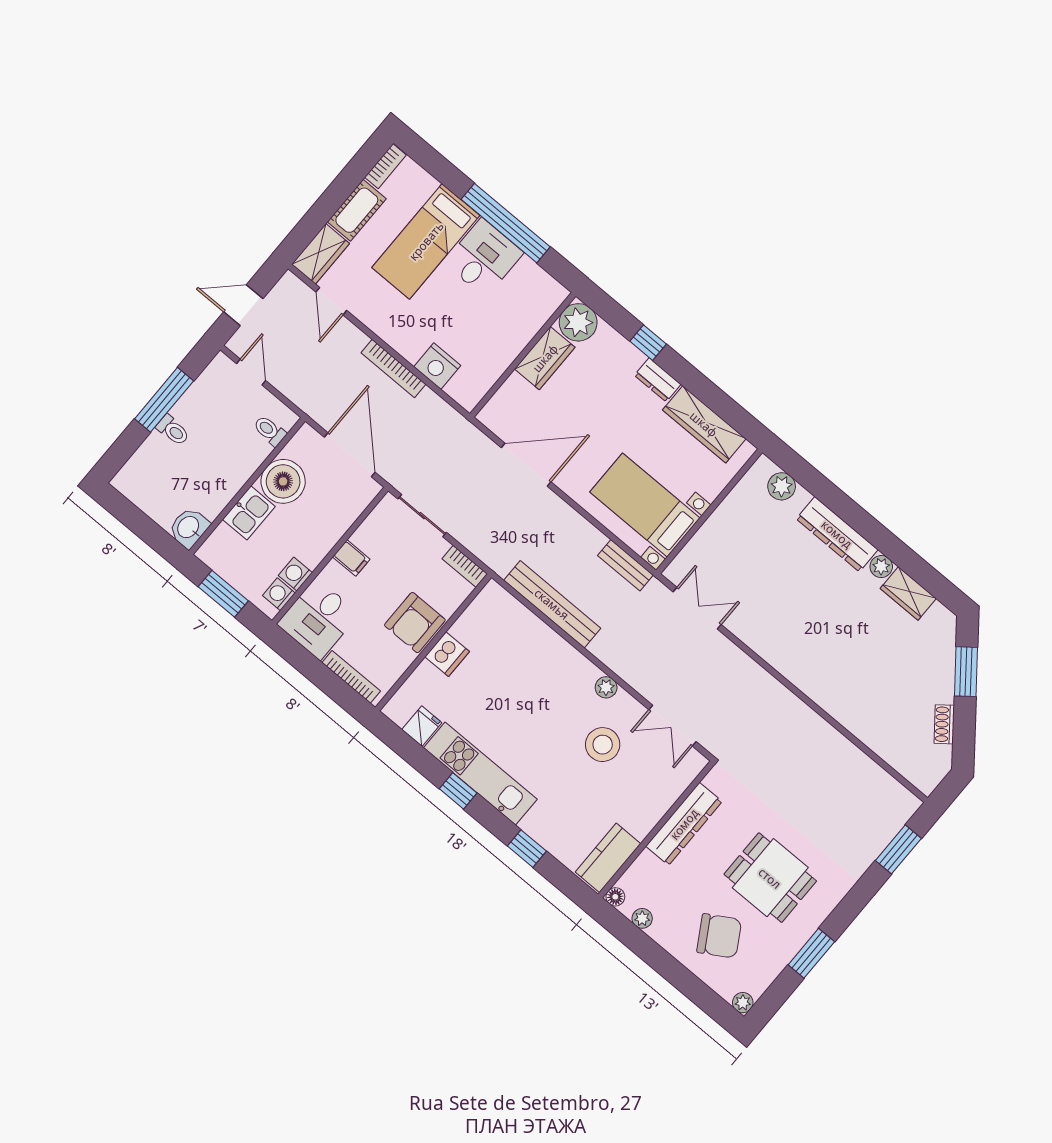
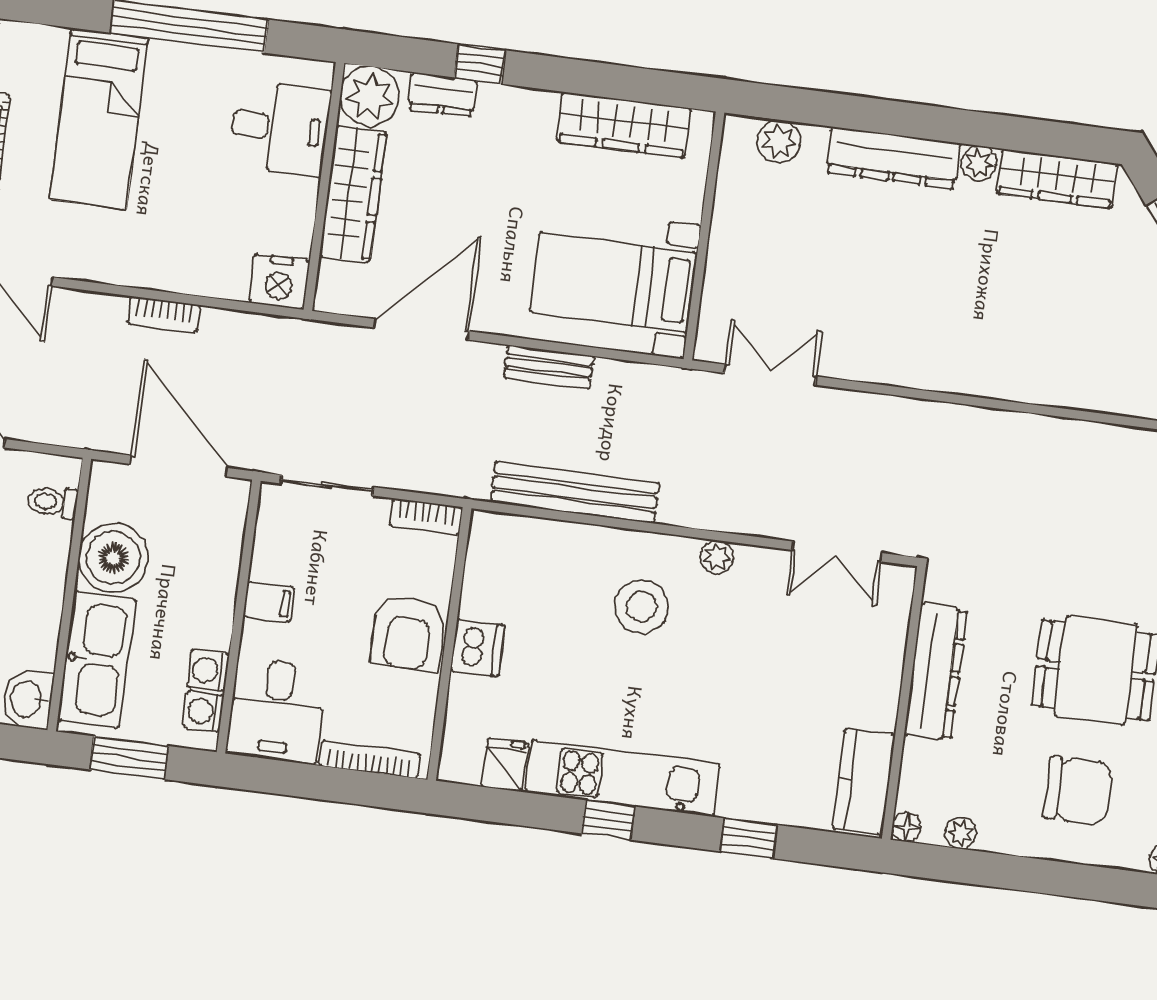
desk: (484, 258) -> (279, 128), moved, turned 90
wardrobe: (545, 358) -> (353, 194), width x1.50
nightstand: (437, 366) -> (279, 282), moved
bookcase: (393, 368) -> (164, 314), width x0.64
dresser: (658, 380) -> (442, 95), moved
kitchen sink: (249, 513) -> (97, 660), width x1.88, depth x1.24
bench: (625, 565) -> (549, 367), moved
wardrobe: (908, 593) -> (1057, 179), width x1.50
stool: (603, 745) -> (642, 607), moved
chair: (719, 936) -> (1078, 791), turned 31

